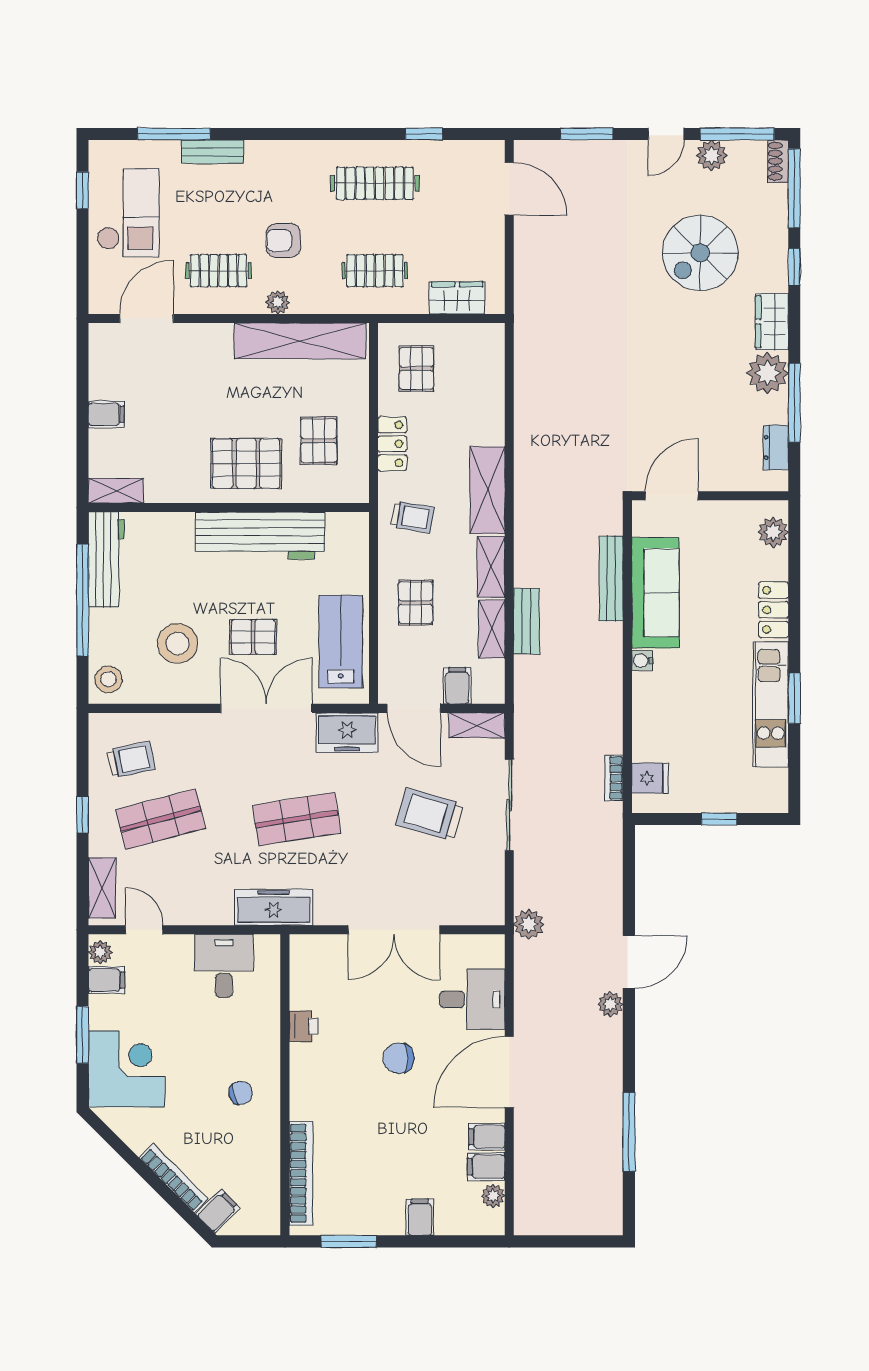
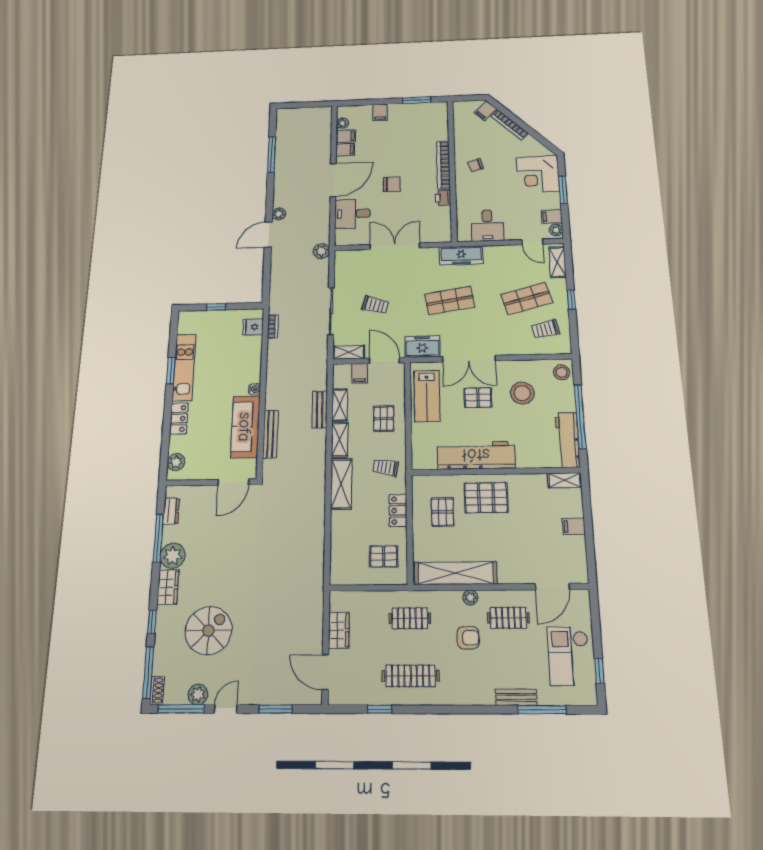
wardrobe: (457, 298) -> (339, 630), moved, turned -90
pallet: (416, 369) -> (384, 557), turned 90
trolley: (430, 814) -> (375, 305), width x0.73, depth x0.72
bookcase: (301, 1173) -> (443, 165), moved

